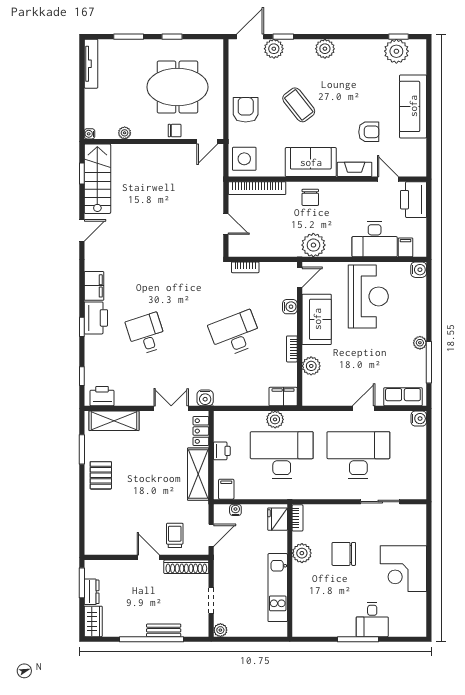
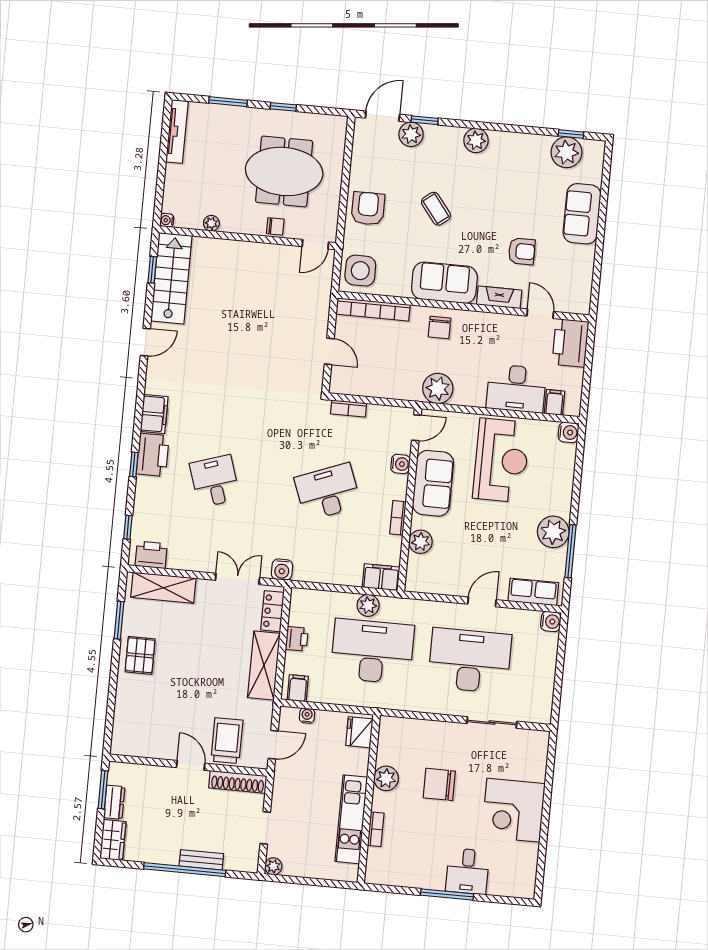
coffee table: (299, 105) -> (436, 209), width x0.73, depth x0.77
sofa: (413, 106) -> (582, 214), width x0.73
plant: (420, 343) -> (553, 532), width x1.87, depth x1.87
bookcase: (298, 518) -> (376, 829), moved
trolley: (175, 535) -> (227, 741), width x1.36, depth x1.39

